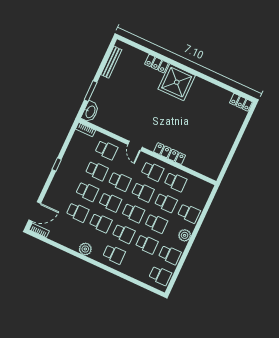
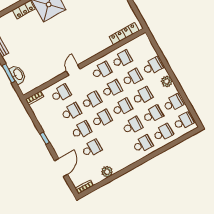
washbasin: (90, 112) -> (18, 74), moved
door: (135, 146) -> (73, 70), swing flipped
locker: (170, 154) -> (124, 34), moved
door: (35, 212) -> (61, 168), moved
school desk: (101, 223) -> (163, 133), moved
plant: (85, 249) -> (107, 172), moved

